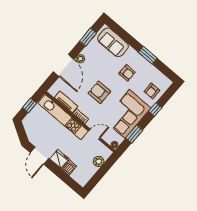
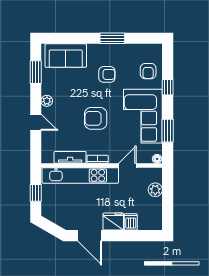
door: (64, 65) -> (36, 122), width x0.53

